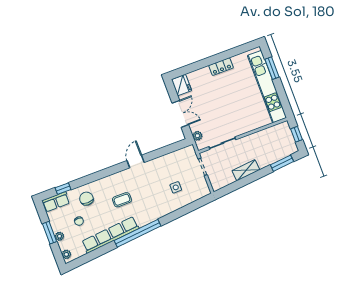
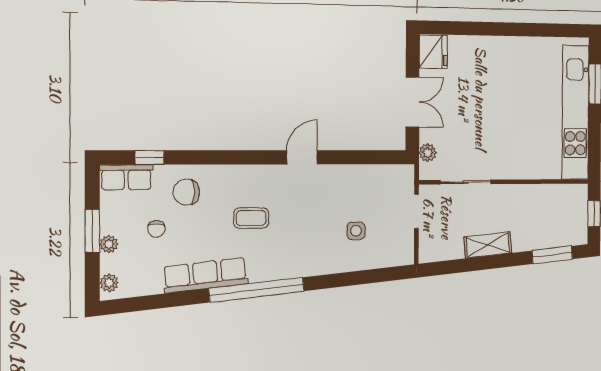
locker: (221, 67) -> (512, 47), removed
chair: (86, 199) -> (186, 192), turned -90
row of seats: (110, 235) -> (206, 275), width x0.73

